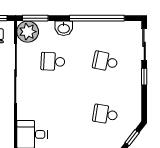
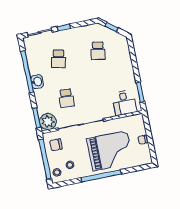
washbasin: (64, 28) -> (37, 82), moved

